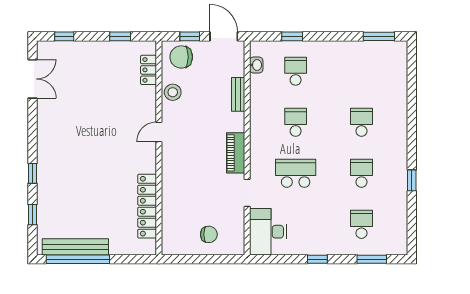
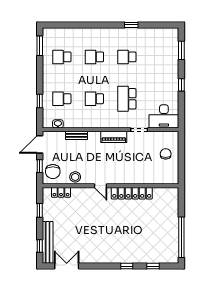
locker: (147, 206) -> (132, 193), moved
school desk: (361, 224) -> (62, 57), moved
bench: (75, 247) -> (48, 242), moved

